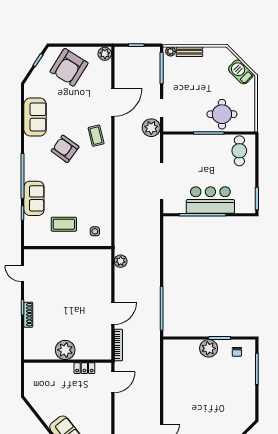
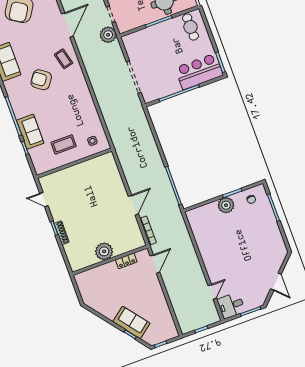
bar counter: (210, 200) -> (199, 71), moved
plant: (121, 261) -> (124, 158), removed

